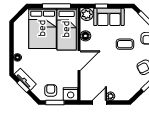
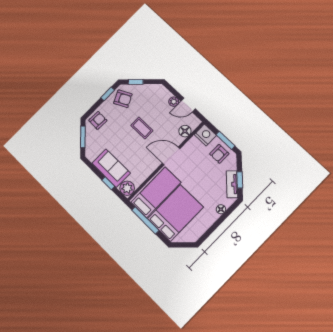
floor lamp: (85, 36) -> (185, 131), moved
coffee table: (125, 44) -> (142, 128), moved

